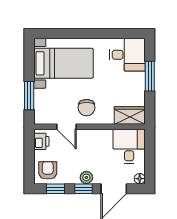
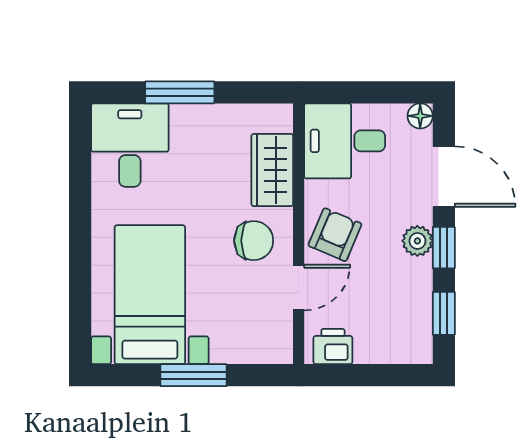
window: (29, 96) -> (194, 375), moved
wardrobe: (130, 116) -> (272, 170), moved
armchair: (48, 170) -> (335, 235), moved, turned 113

